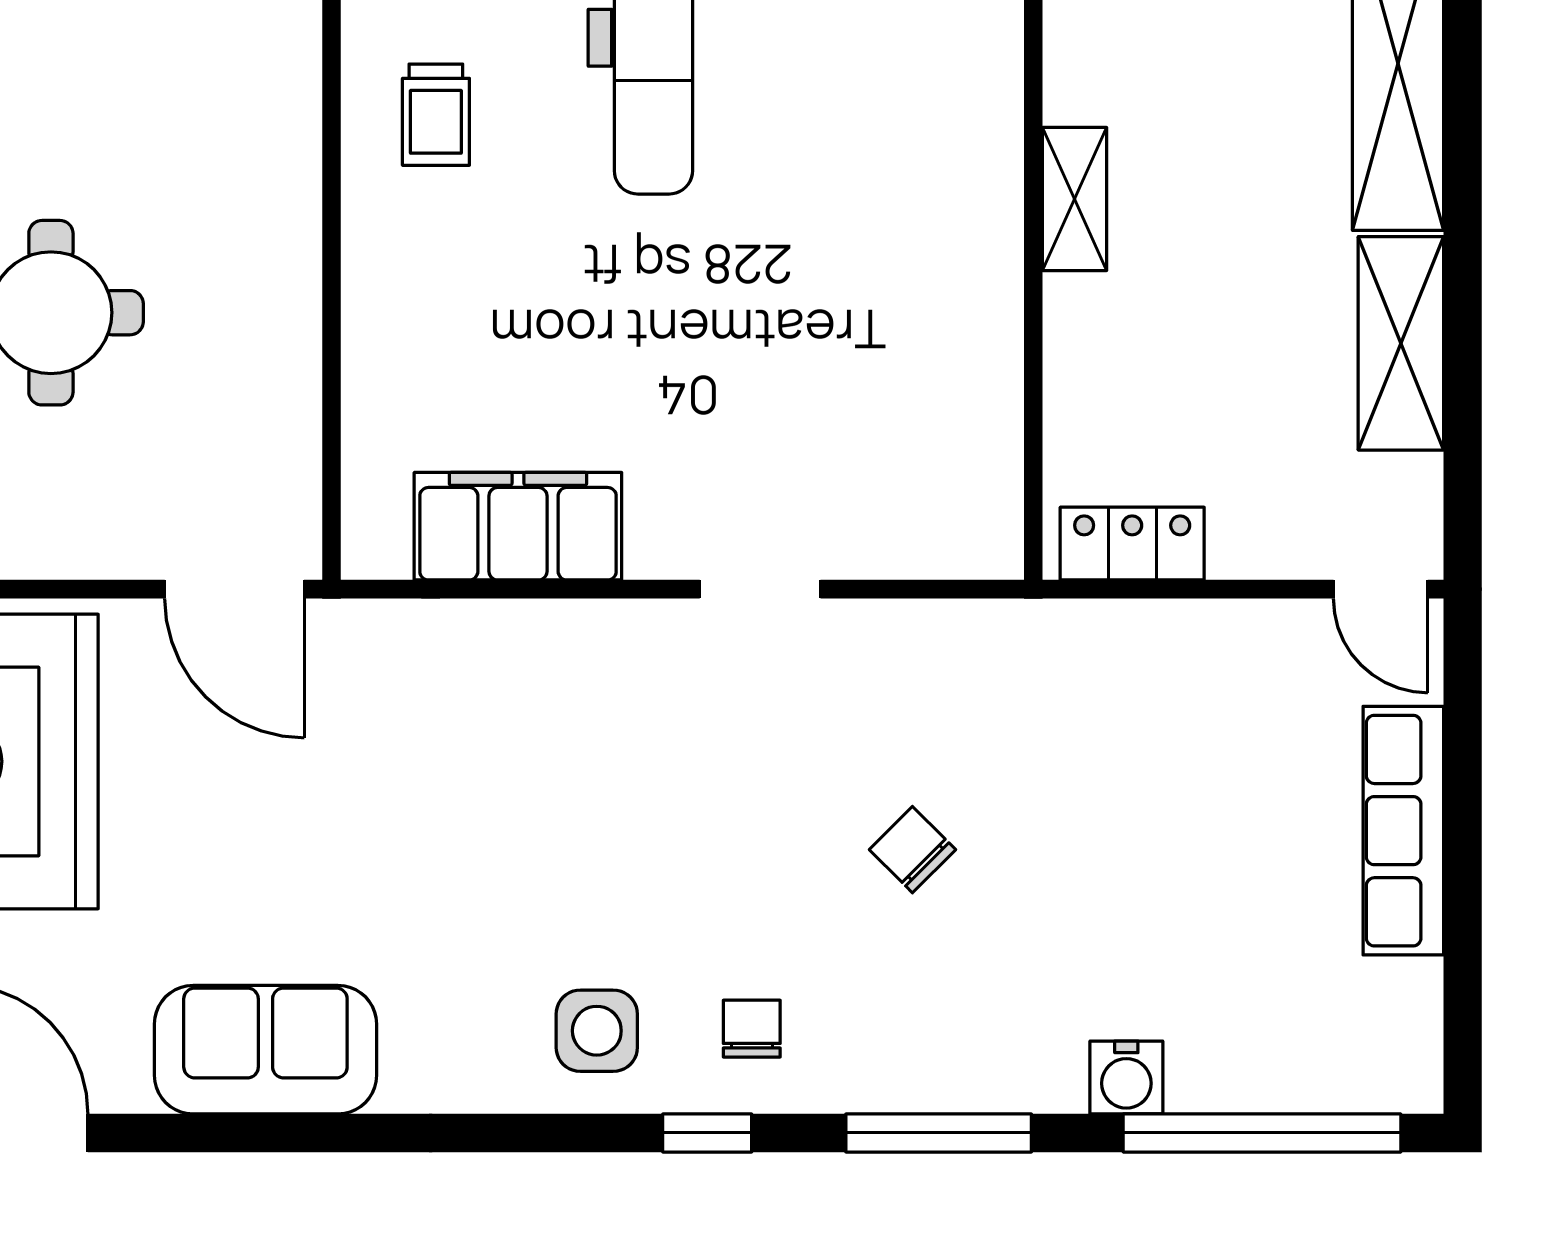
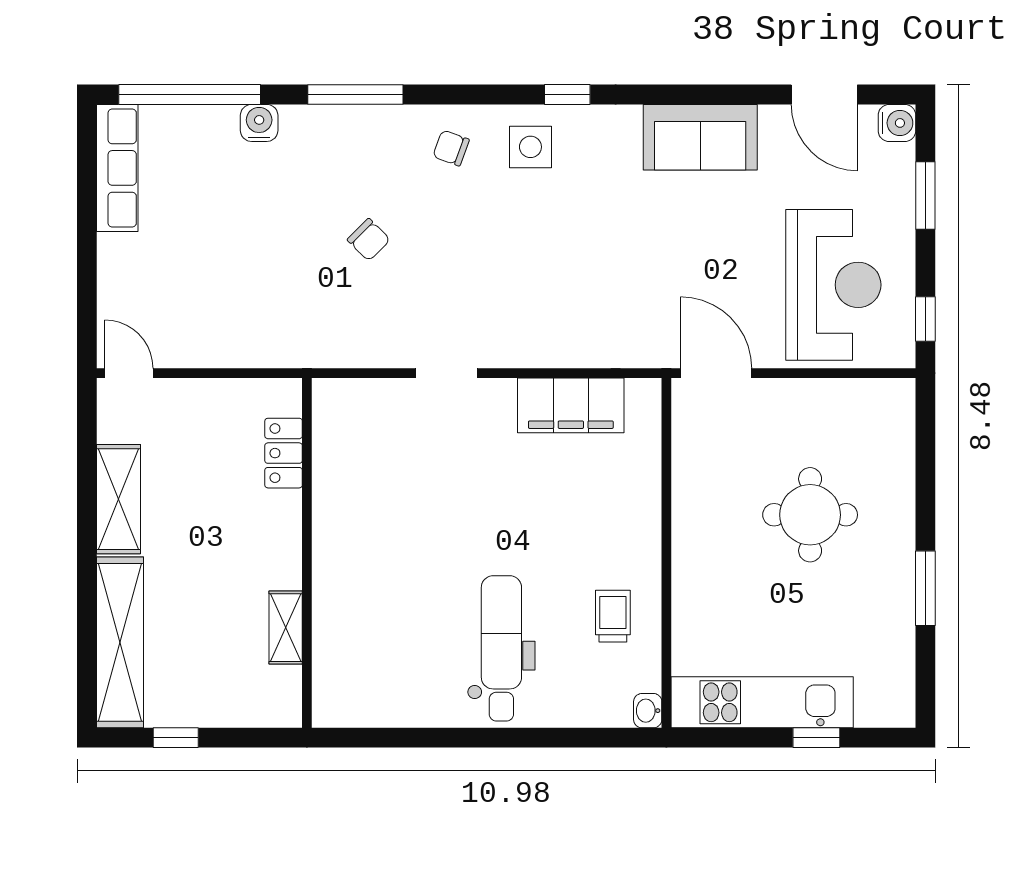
shelving: (1075, 199) -> (286, 628), moved
locker: (1132, 544) -> (284, 453), moved, turned 90
row of seats: (1403, 831) -> (117, 168), moved
chair: (752, 1029) -> (451, 148), turned 110
window: (707, 1133) -> (567, 95), moved

